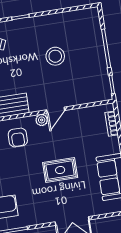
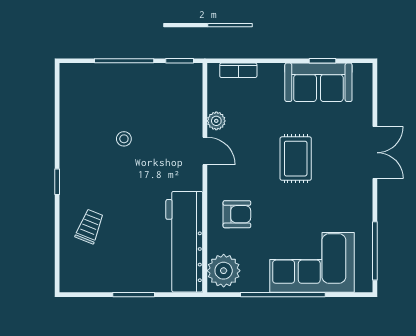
stool: (55, 56) -> (124, 139), width x0.53, depth x0.53
plant: (42, 120) -> (216, 121), moved

